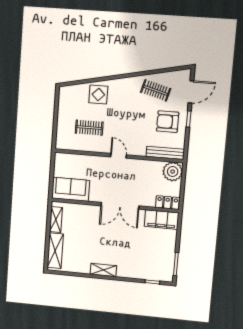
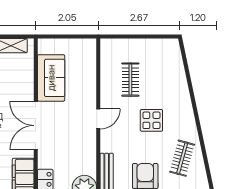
display table: (98, 95) -> (151, 120), moved
sofa: (71, 189) -> (51, 78), moved

